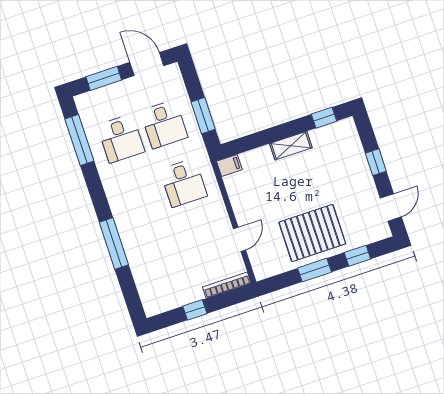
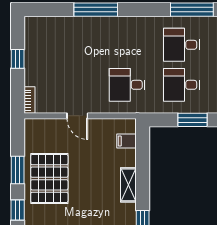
window: (203, 116) -> (192, 120), moved
filing cabinet: (229, 165) -> (126, 141), moved, turned 90
door: (240, 239) -> (77, 116), moved
bookcase: (227, 285) -> (30, 100), width x0.64

